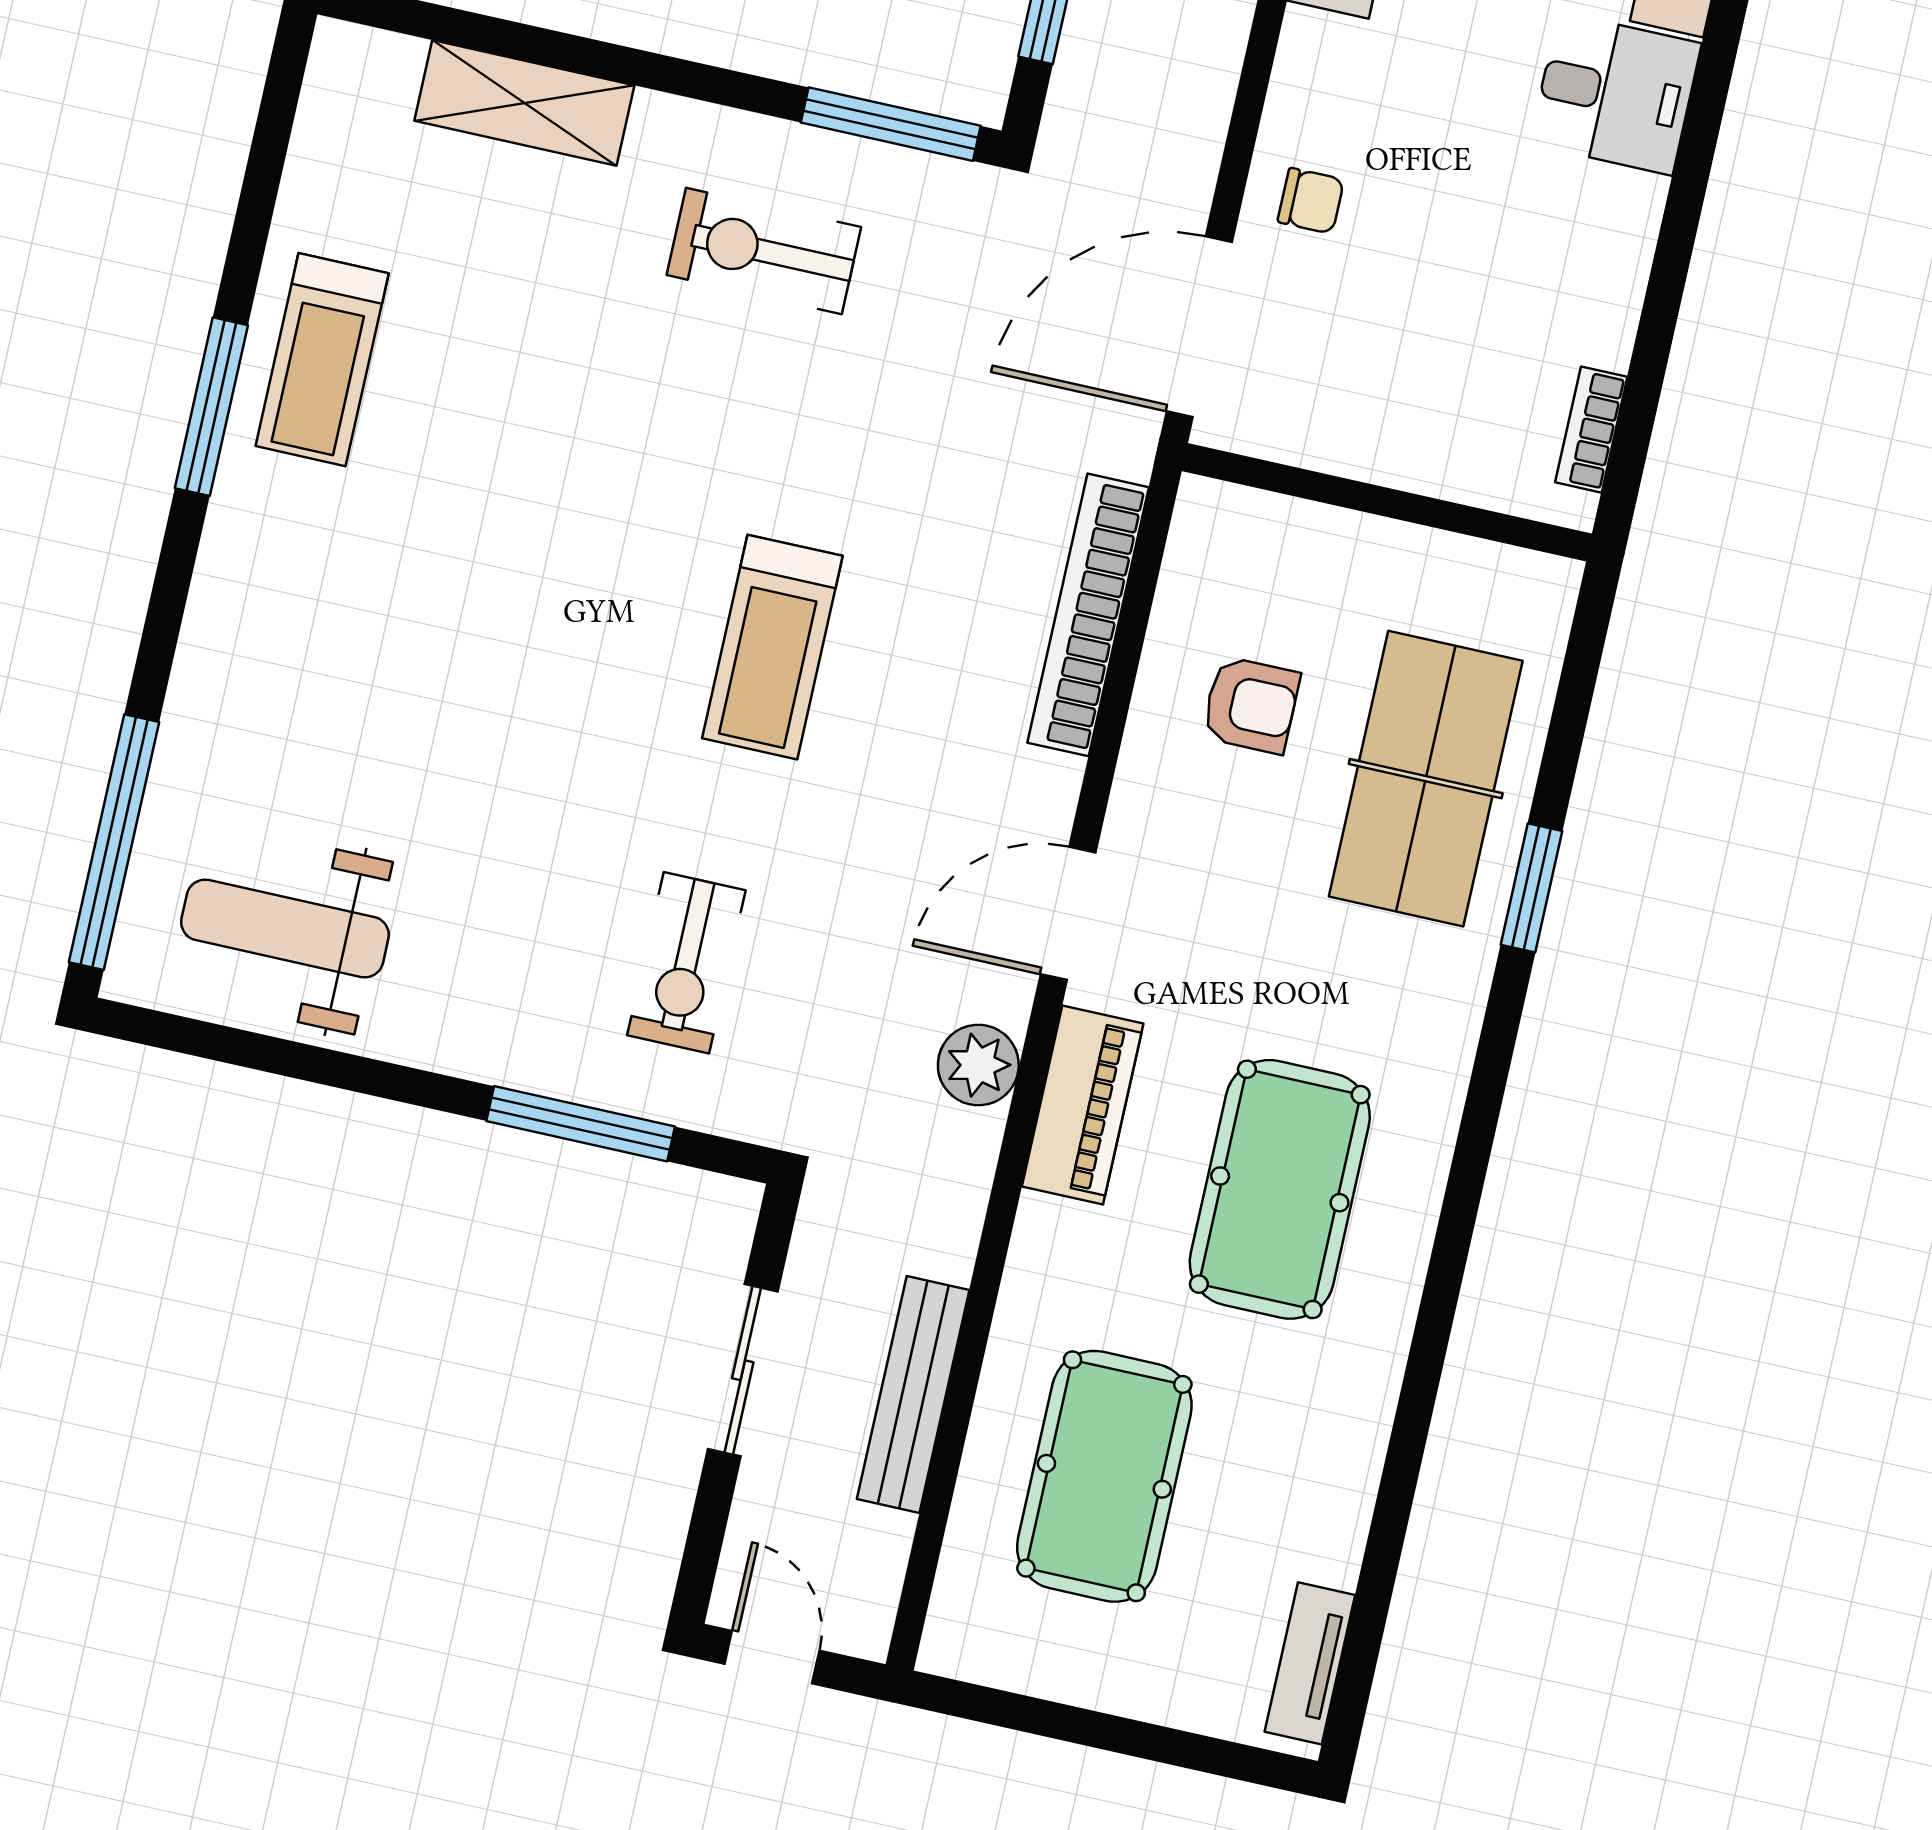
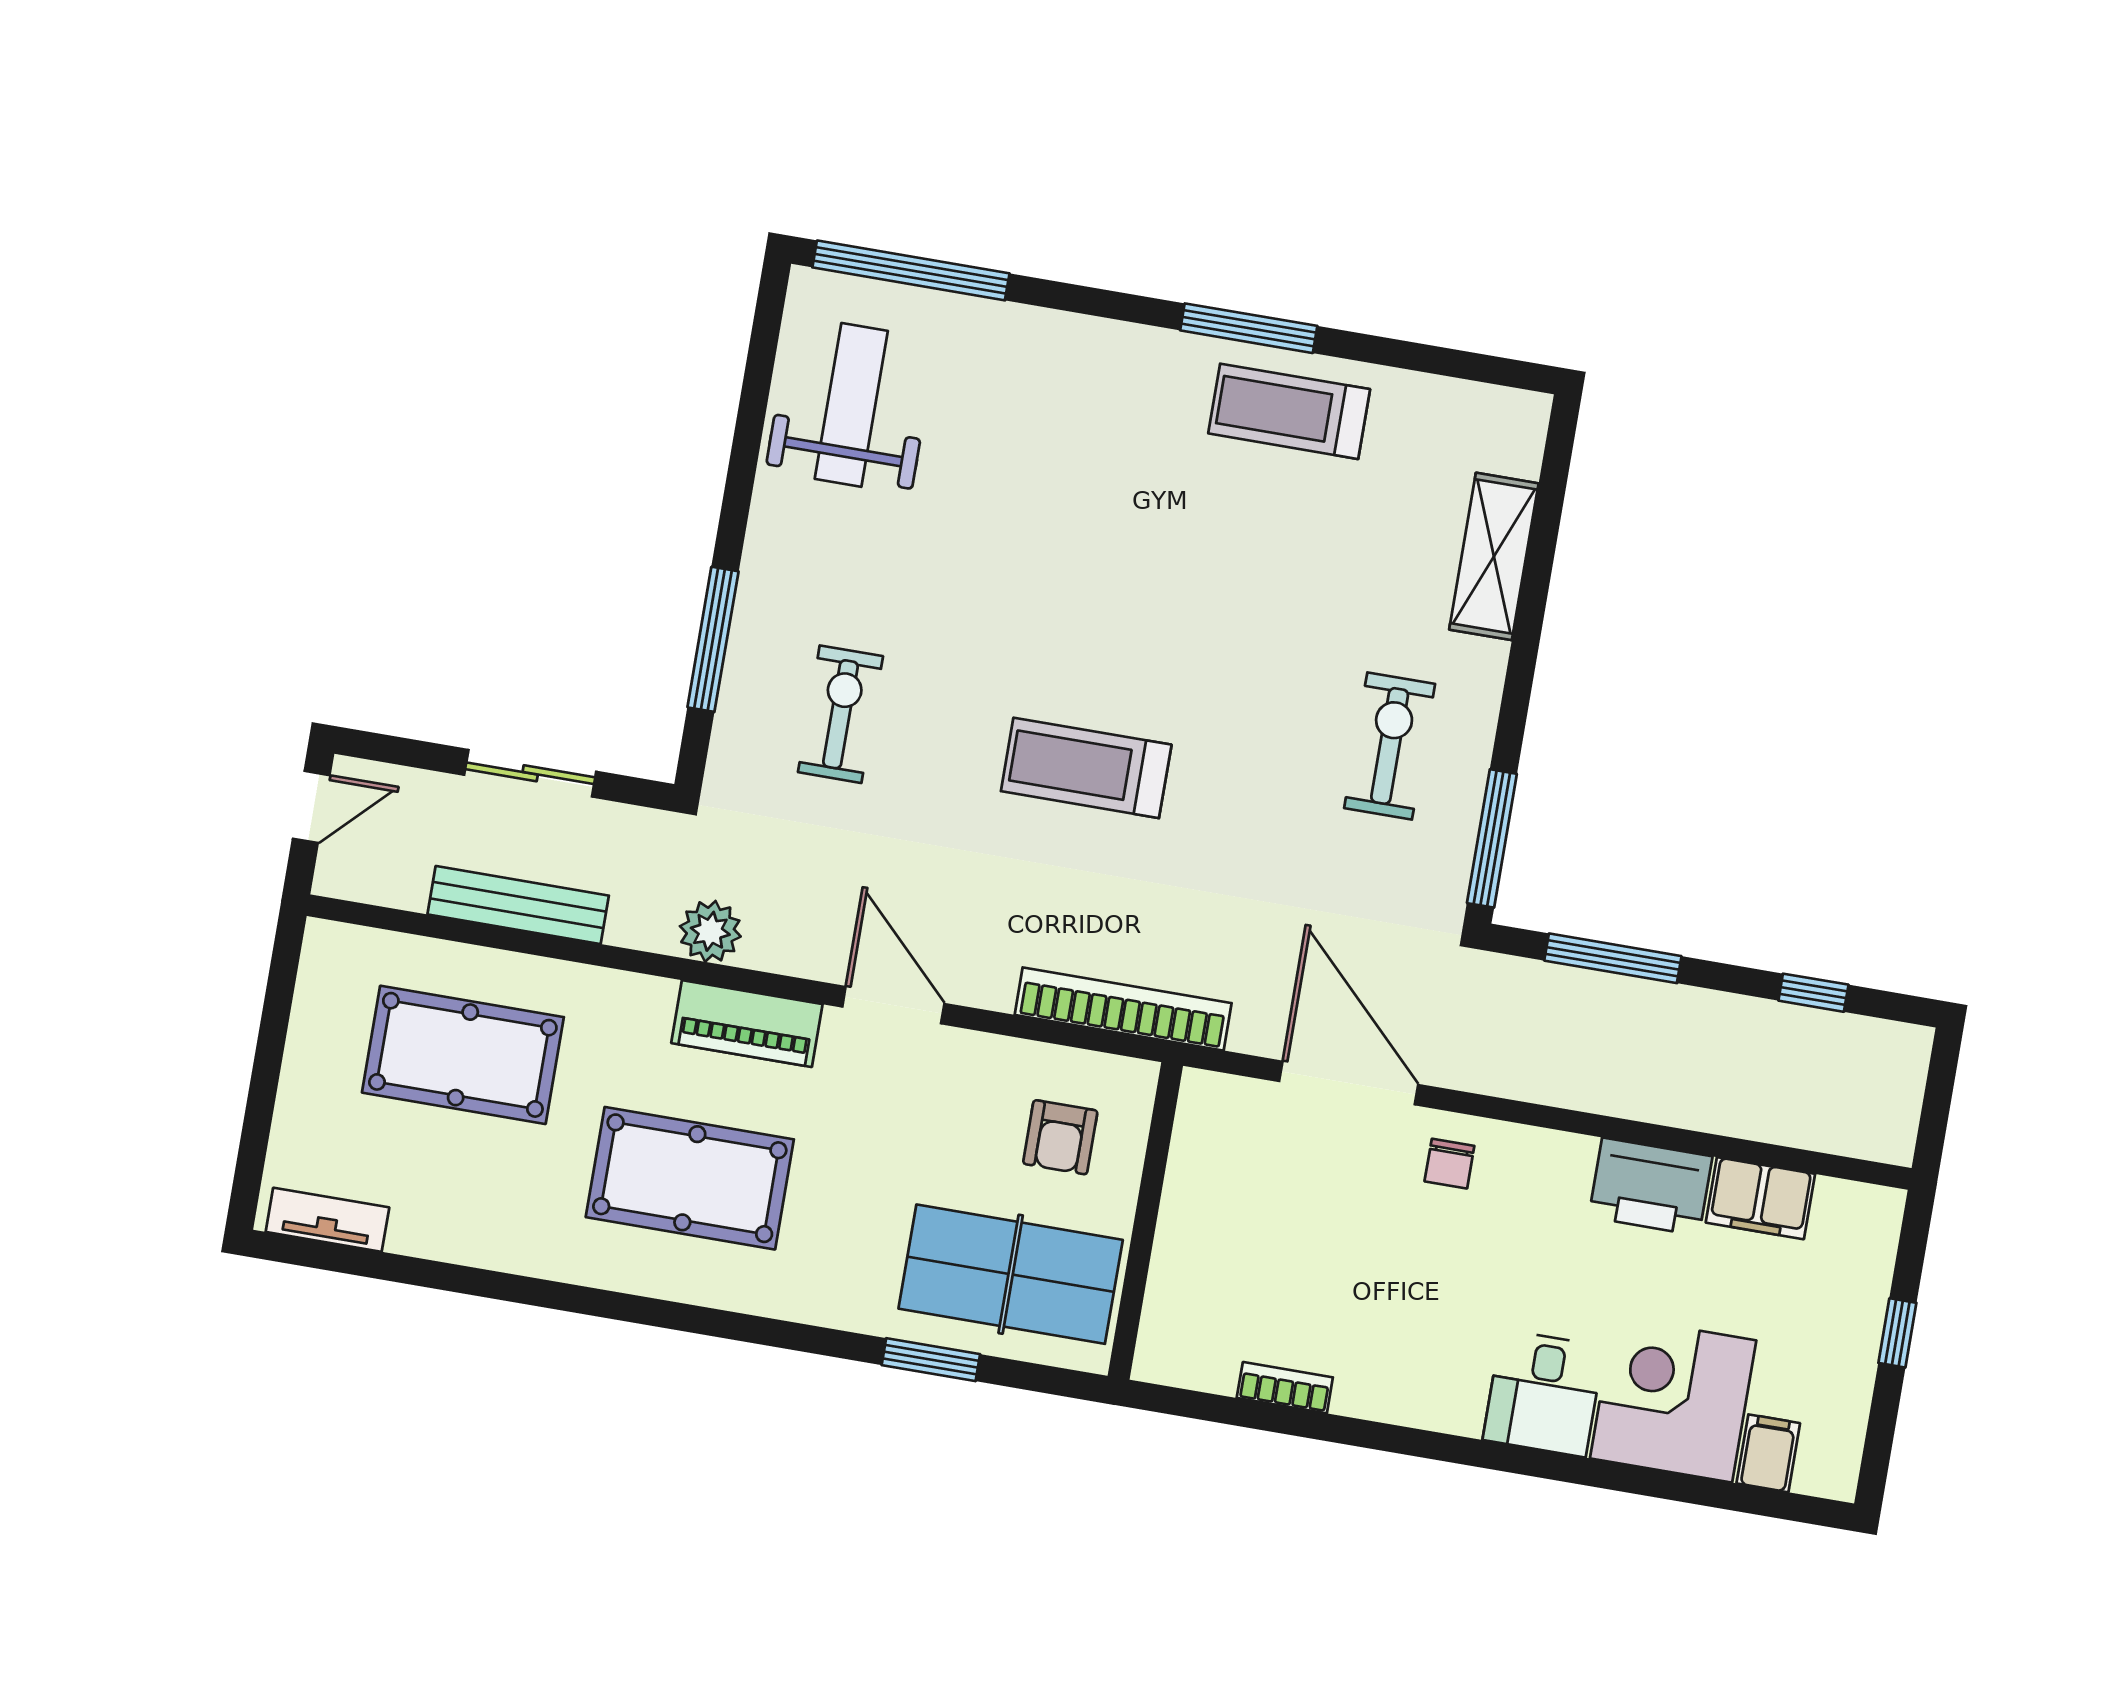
wall: (1387, 502) -> (1145, 1221), moved
exercise bike: (686, 963) -> (841, 714), turned 90
plant: (978, 1065) -> (710, 931), moved

